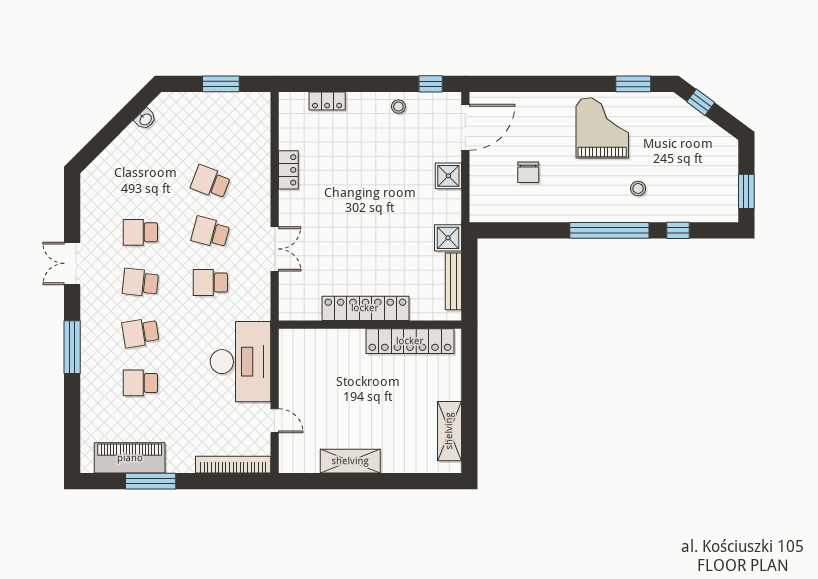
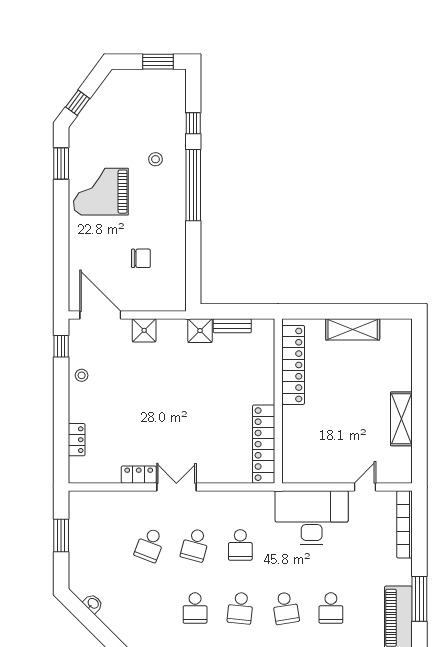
double door: (275, 249) -> (176, 487), moved
bench: (453, 281) -> (232, 326), width x0.73
locker: (365, 308) -> (264, 444), moved
shelving: (449, 431) -> (353, 329), moved

